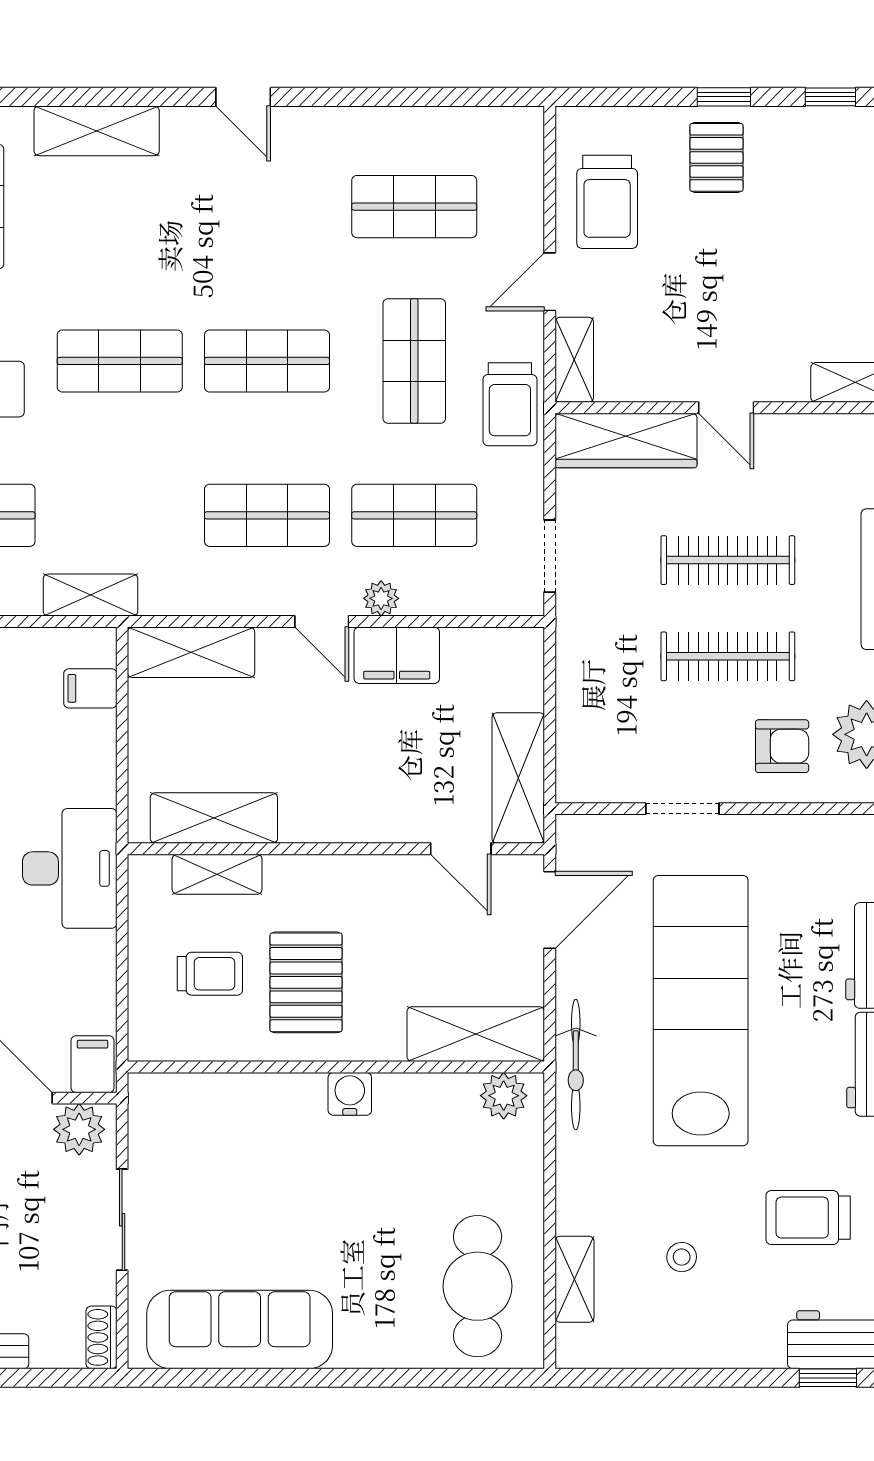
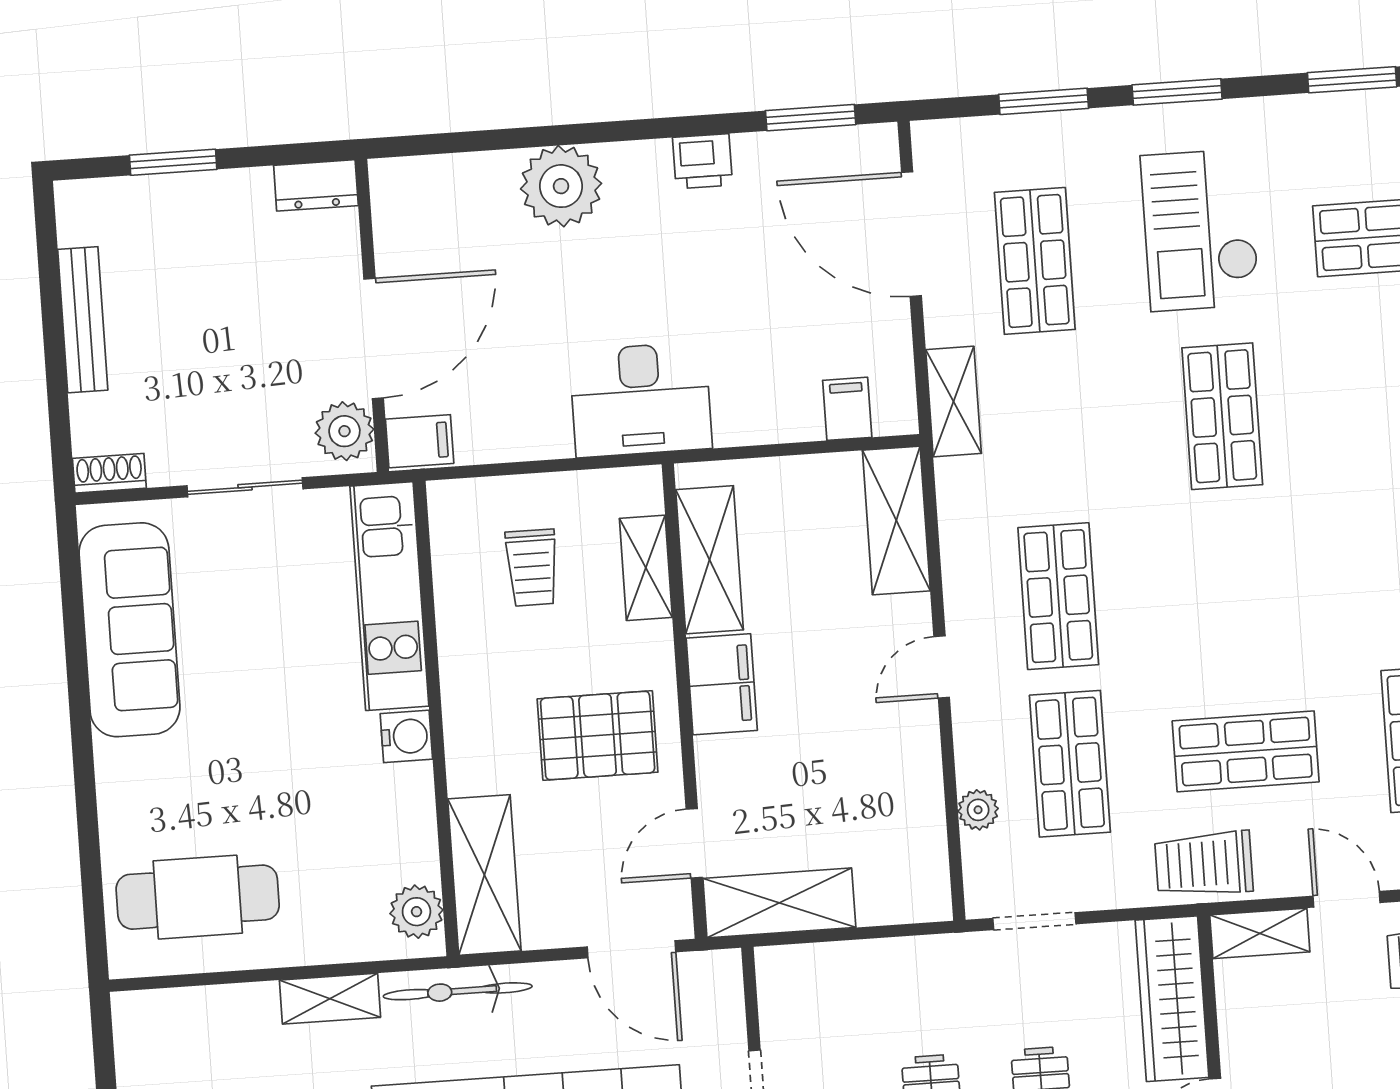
shop shelf: (267, 361) -> (1234, 584), removed
plant: (381, 598) -> (978, 810), moved
filing cabinet: (397, 655) -> (722, 684), moved, turned 180
pallet: (306, 982) -> (598, 735), moved
kitchen unit: (226, 1100) -> (389, 596), added
shelving: (574, 1279) -> (330, 999), moved

